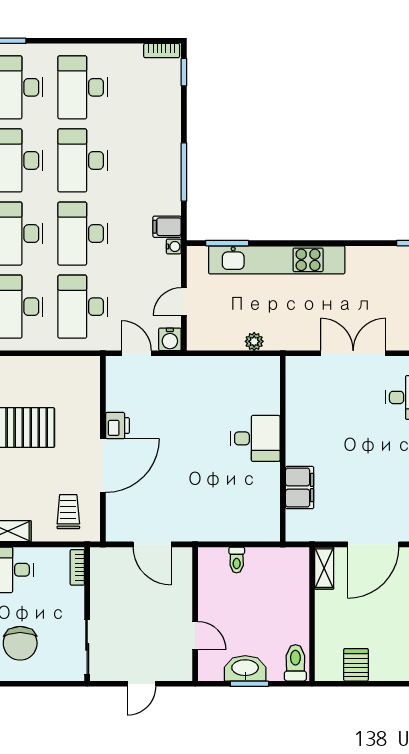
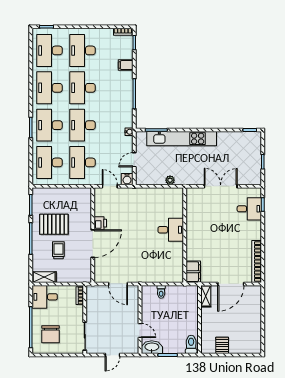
filing cabinet: (167, 227) -> (126, 65), moved
filing cabinet: (300, 488) -> (193, 272), moved
trolley: (68, 512) -> (58, 250), moved
washbasin: (245, 668) -> (152, 347), moved

